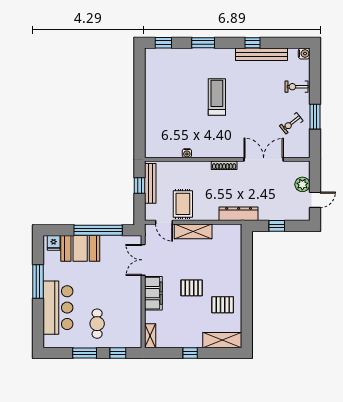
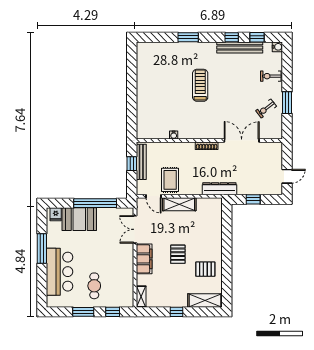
window: (163, 43) -> (257, 37), moved
plant: (302, 184) -> (276, 163), removed
pallet: (192, 288) -> (178, 254), turned 90

